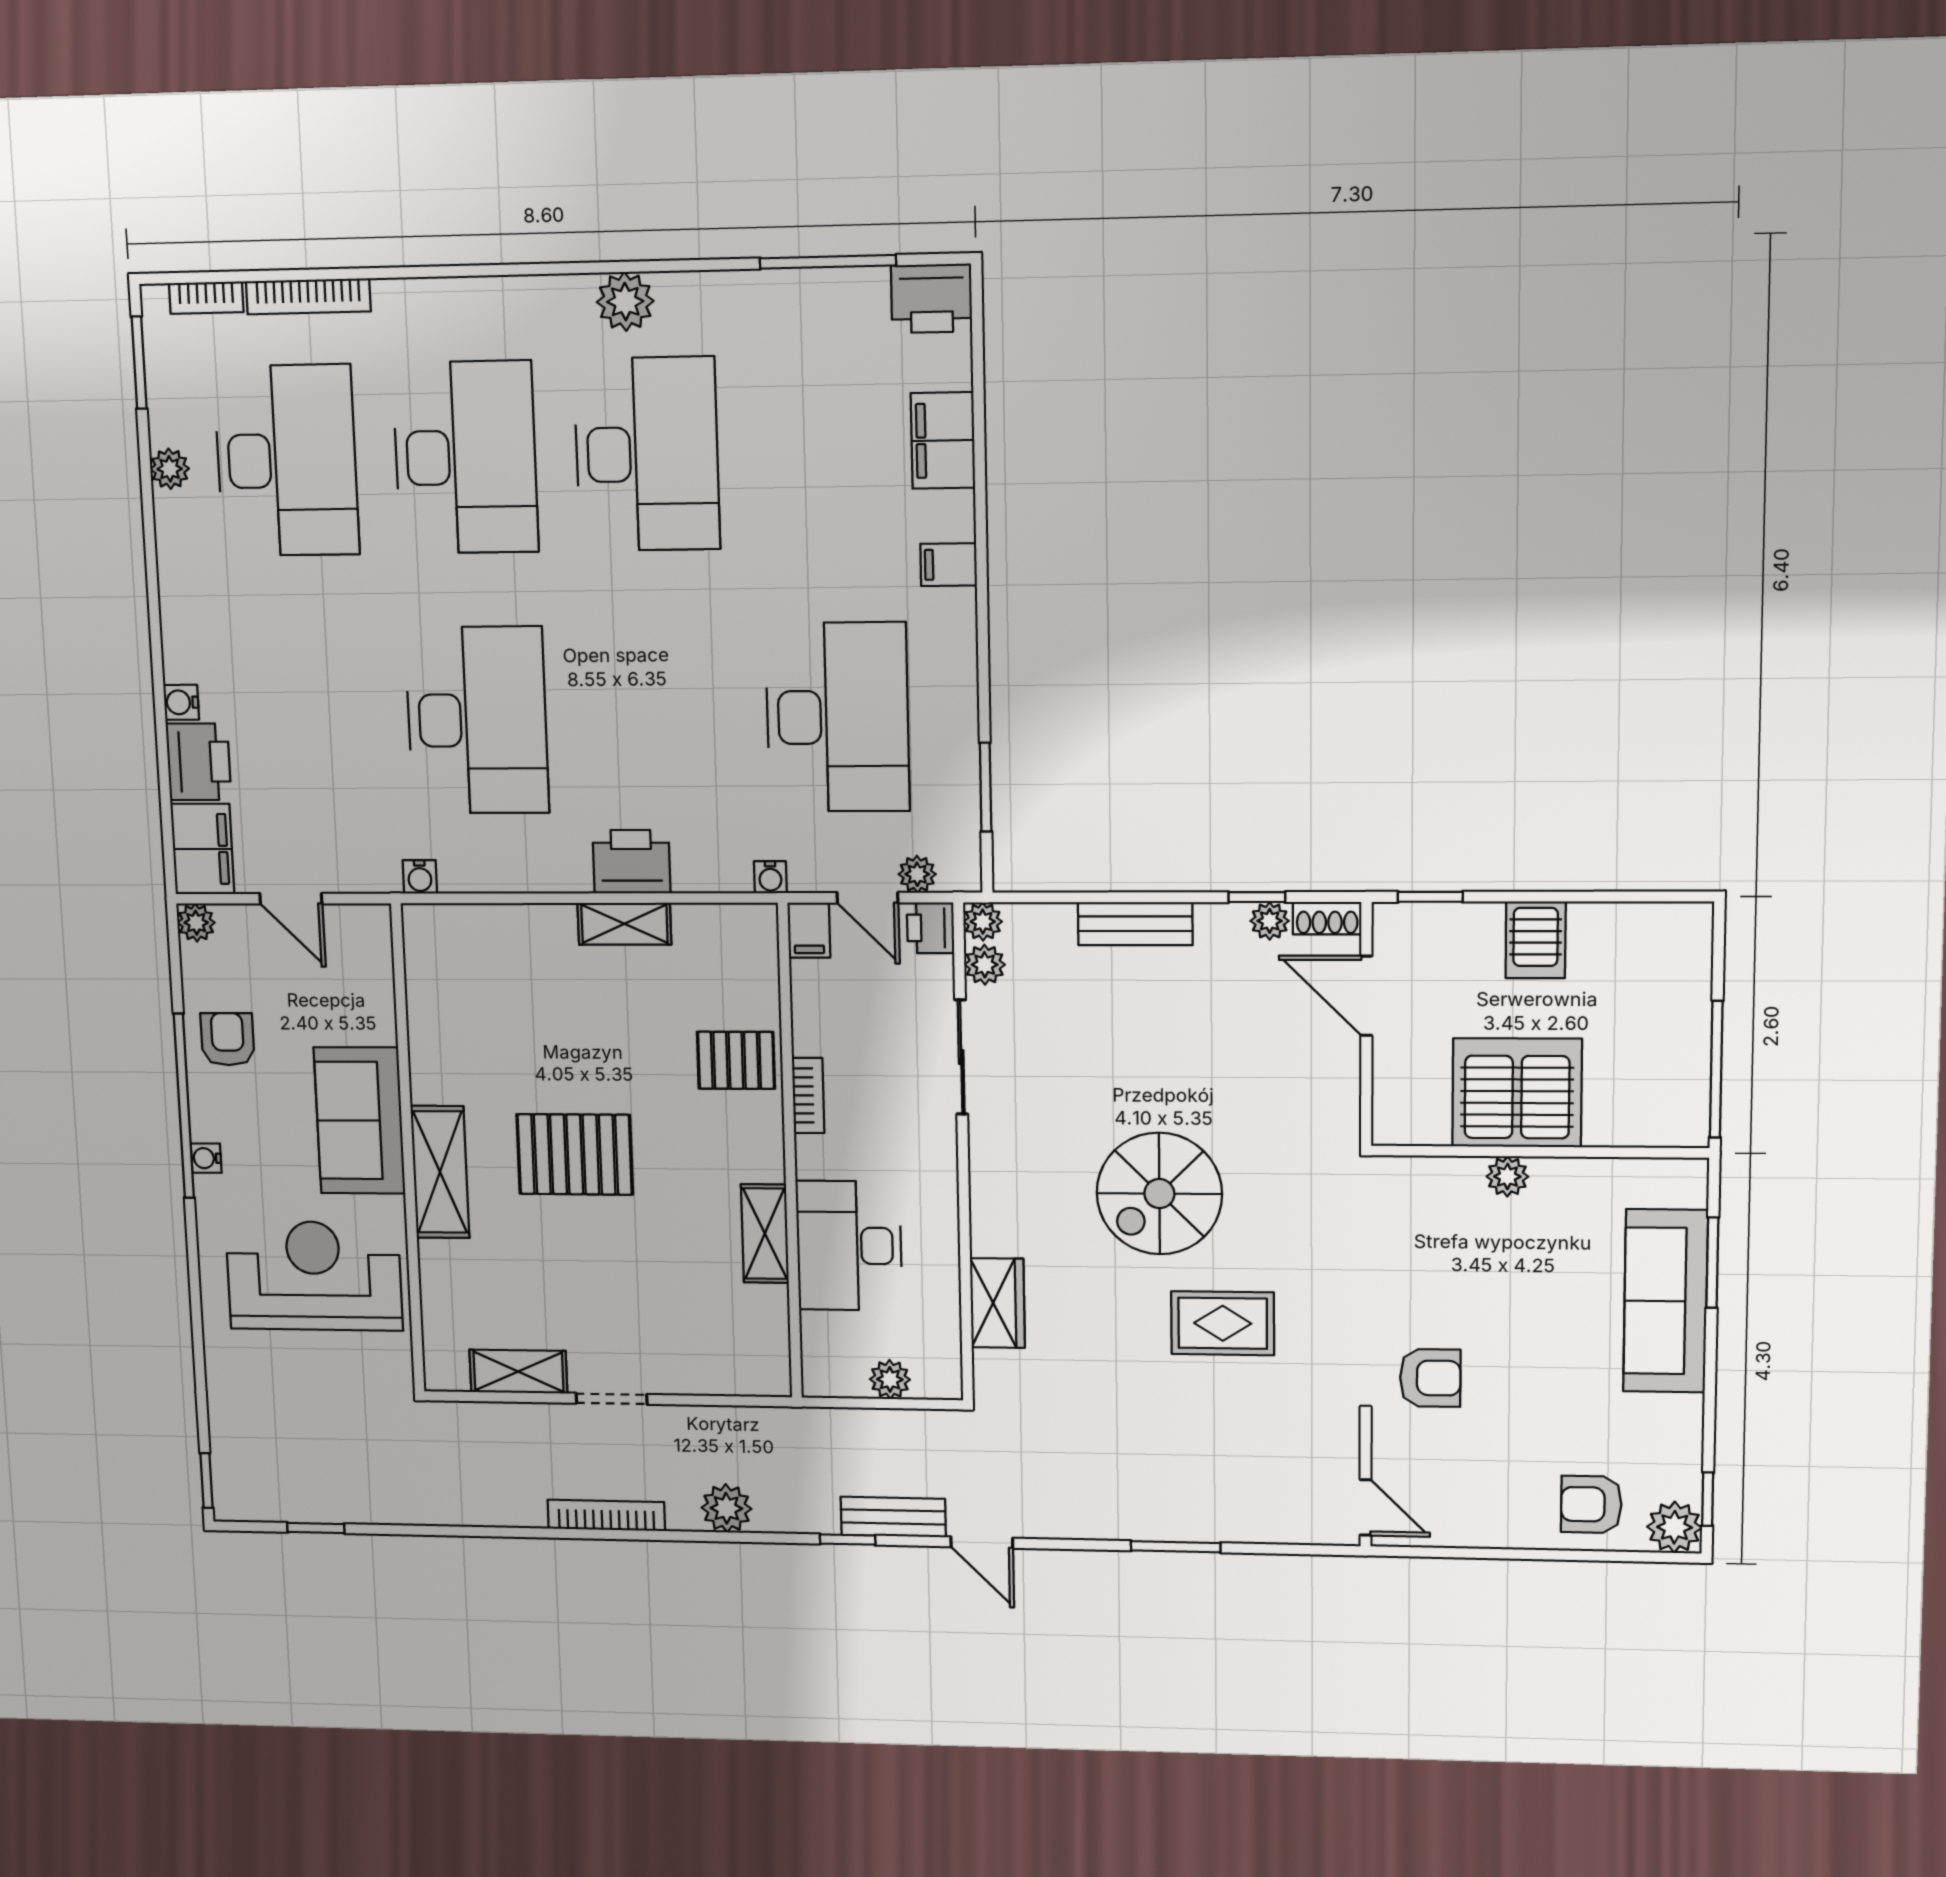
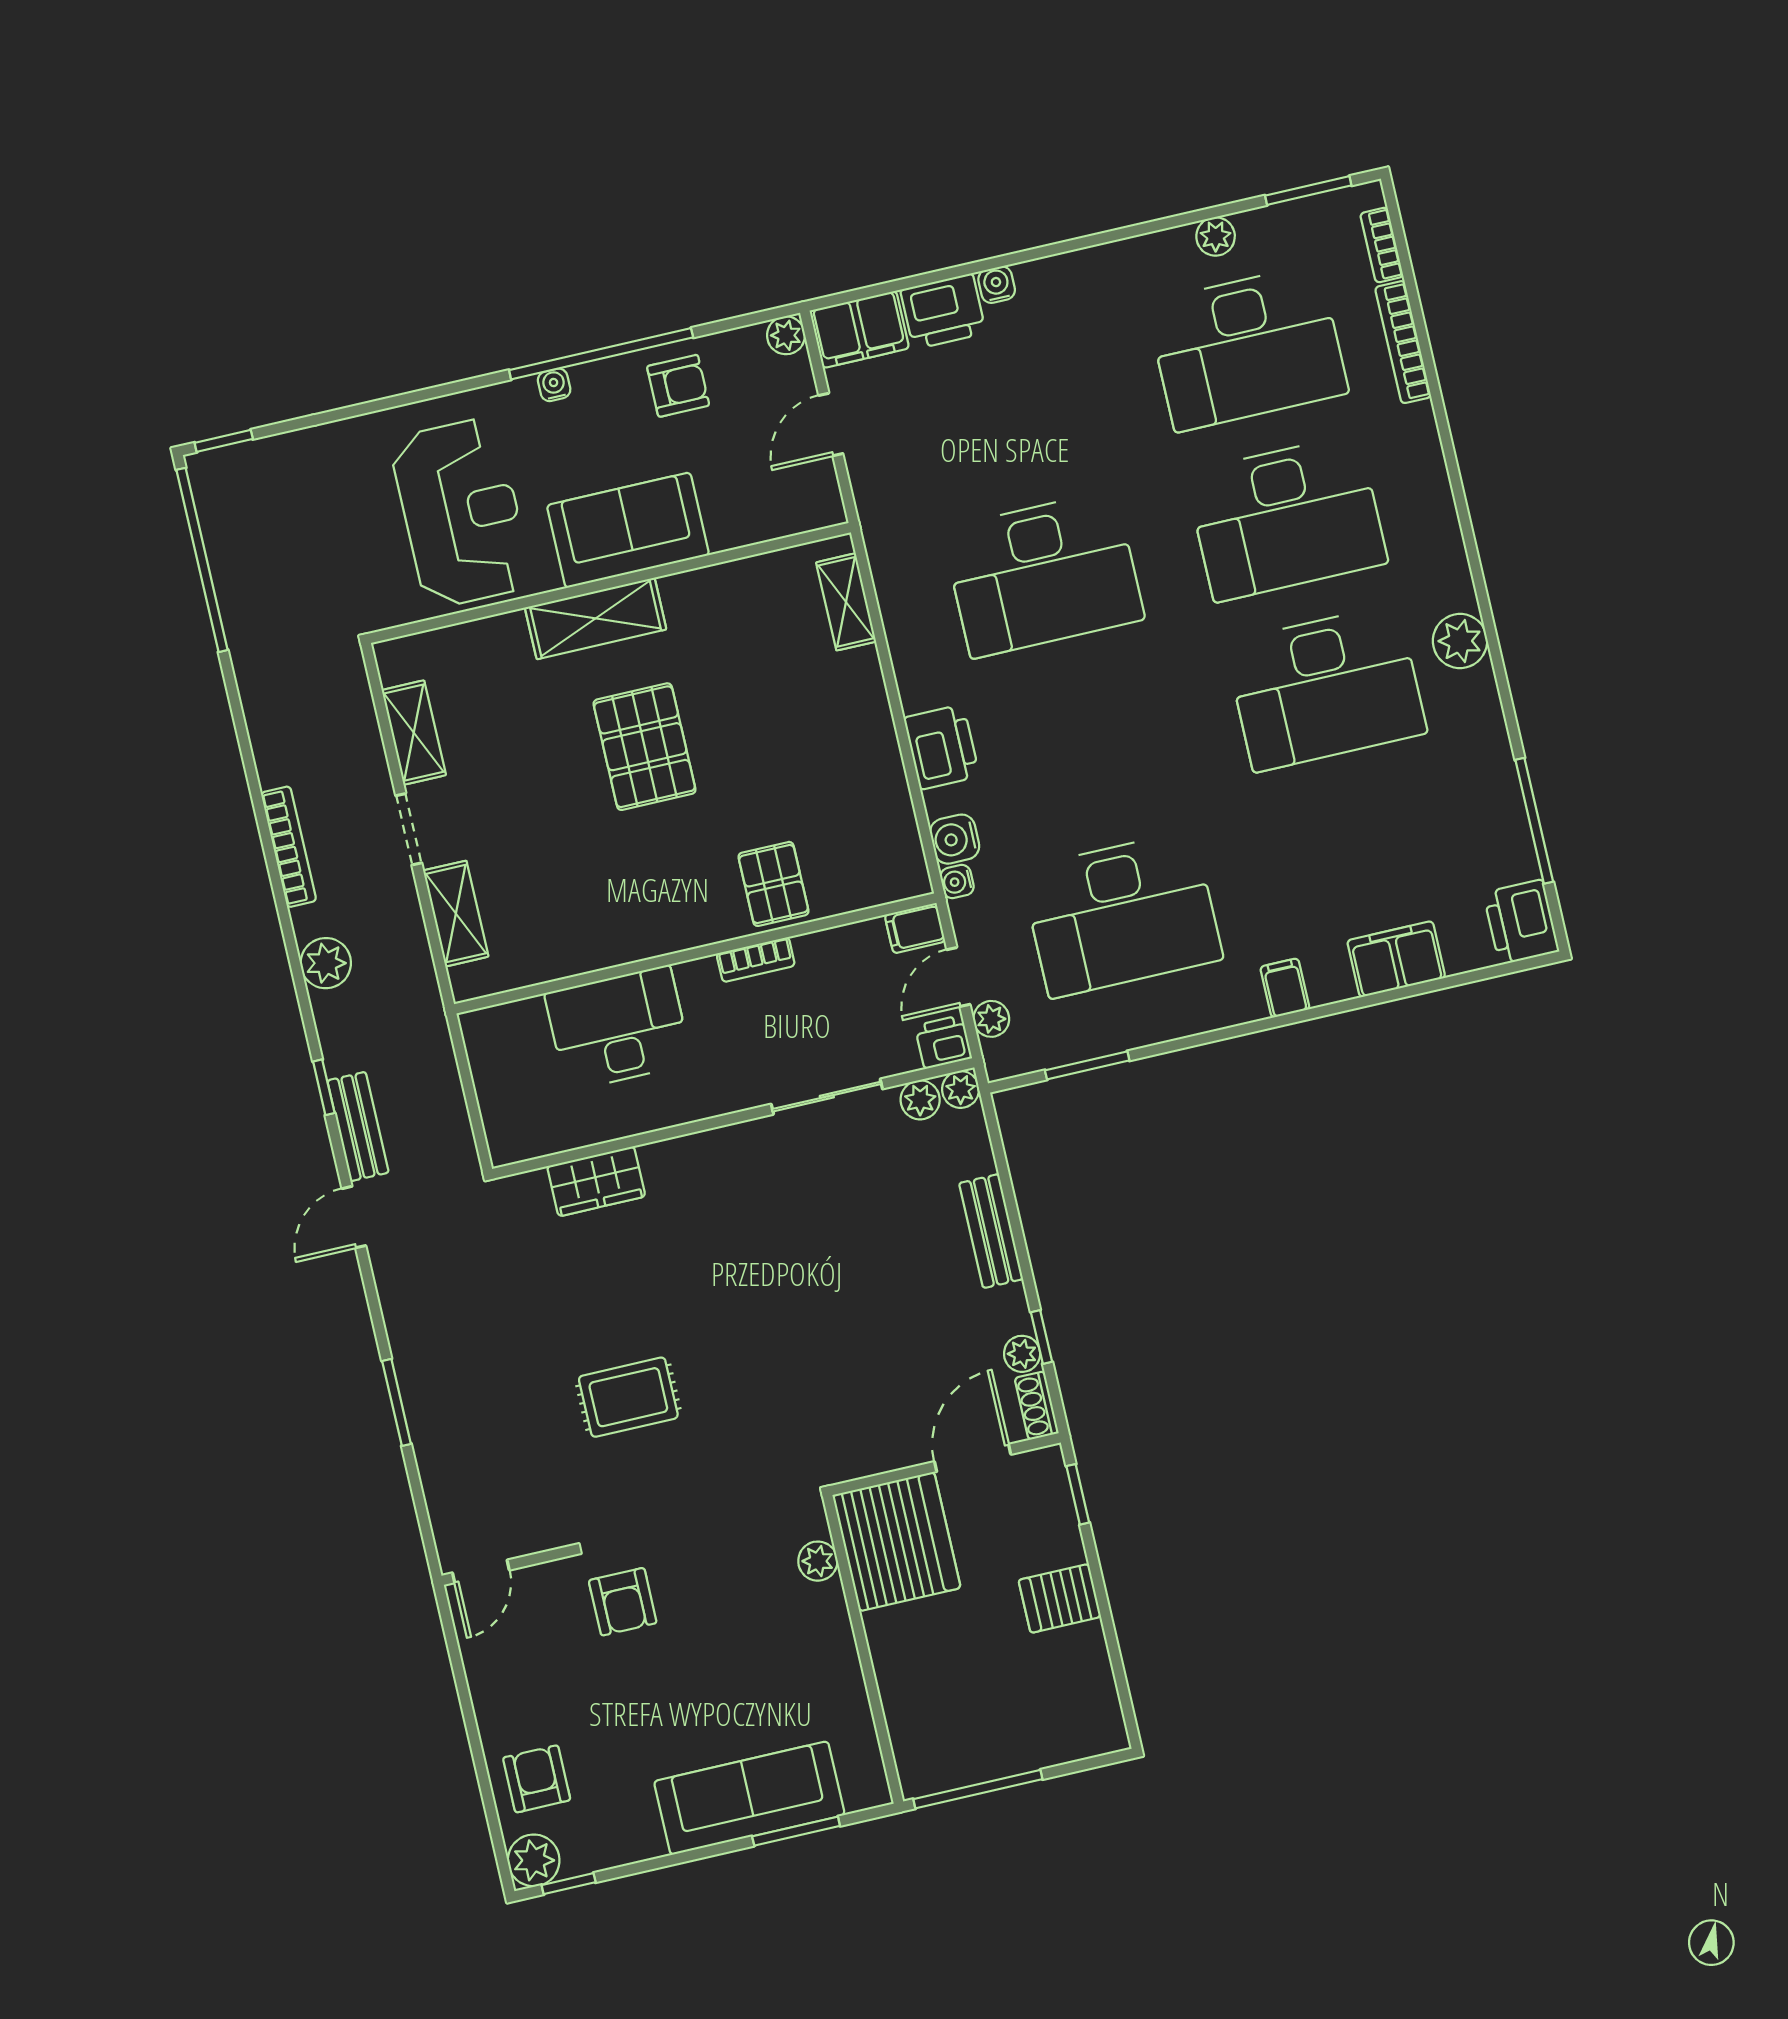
water cooler: (420, 877) -> (955, 839), moved, width x1.38, depth x1.38
shelving: (624, 924) -> (846, 602), moved
server rack: (1517, 1093) -> (897, 1542), moved
plant: (1507, 1176) -> (818, 1561), moved
spiral stairs: (1159, 1194) -> (740, 1310), removed
shelving: (765, 1234) -> (456, 914), moved, turned 90
rug: (1223, 1323) -> (628, 1397), turned 90
plant: (890, 1379) -> (495, 1095), removed
window: (316, 1528) -> (202, 560), width x3.17

